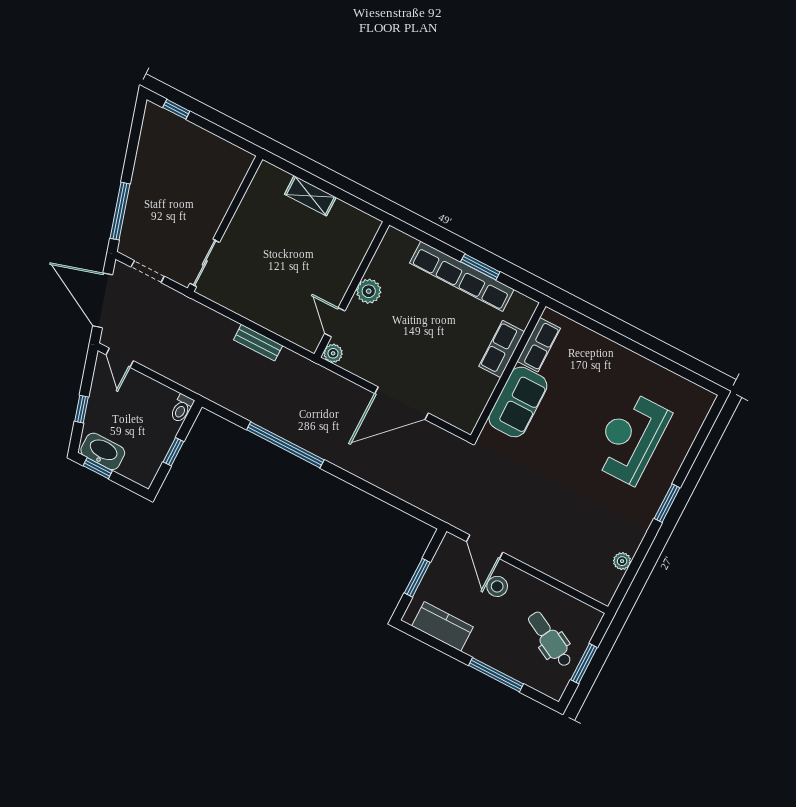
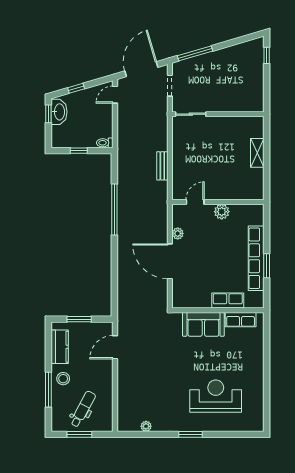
plant: (333, 353) -> (178, 233), moved
stool: (497, 586) -> (63, 379), moved

